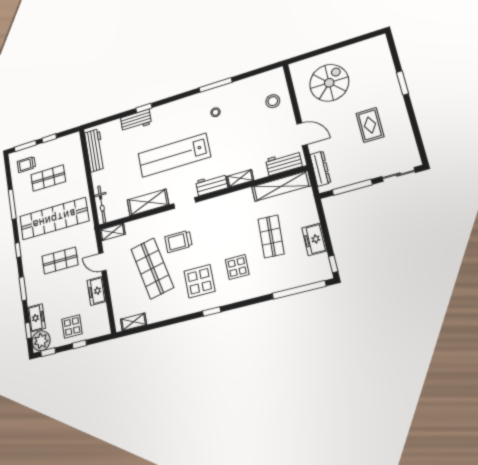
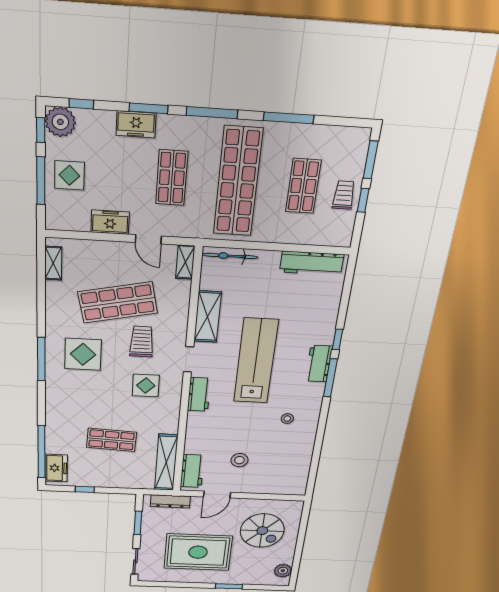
plant: (369, 46) -> (283, 571), added
window: (216, 85) -> (330, 378), moved
stool: (273, 101) -> (239, 460), moved
workbench: (136, 121) -> (319, 364), moved
rug: (370, 125) -> (198, 552), width x1.86, depth x2.06
trolley: (26, 164) -> (344, 195), moved
shelving: (240, 178) -> (193, 425), removed
window: (352, 187) -> (138, 523), width x0.69
freezer: (314, 239) -> (56, 468), moved, turned 90
window: (18, 250) -> (212, 113), width x2.17
door: (102, 262) -> (148, 239), swing flipped
window: (333, 264) -> (85, 489), moved
display table: (237, 267) -> (146, 386), moved
window: (212, 312) -> (41, 359), width x2.17
freezer: (36, 318) -> (136, 124), moved
window: (79, 344) -> (41, 181), width x2.17

